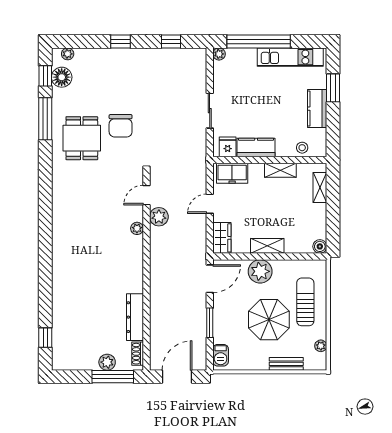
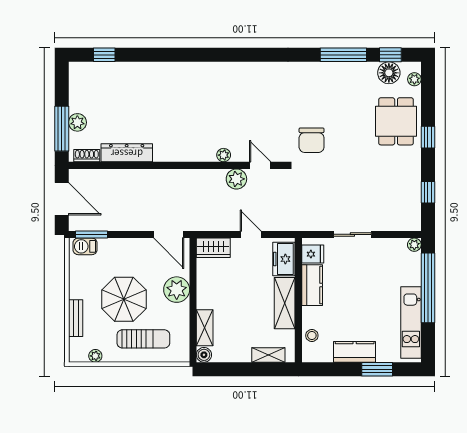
chair: (121, 126) -> (312, 140), moved, turned -90
dining table: (82, 138) -> (396, 121), moved, turned 90
shelving: (280, 170) -> (285, 303), width x1.50, depth x1.33
shelving: (267, 246) -> (205, 328), moved
window: (210, 323) -> (91, 234), moved

